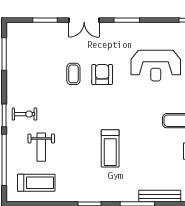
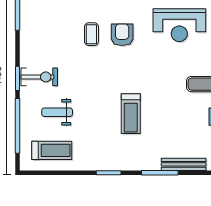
exercise bike: (24, 114) -> (39, 77), width x1.38, depth x1.39
weight bench: (41, 147) -> (57, 112), turned 90

